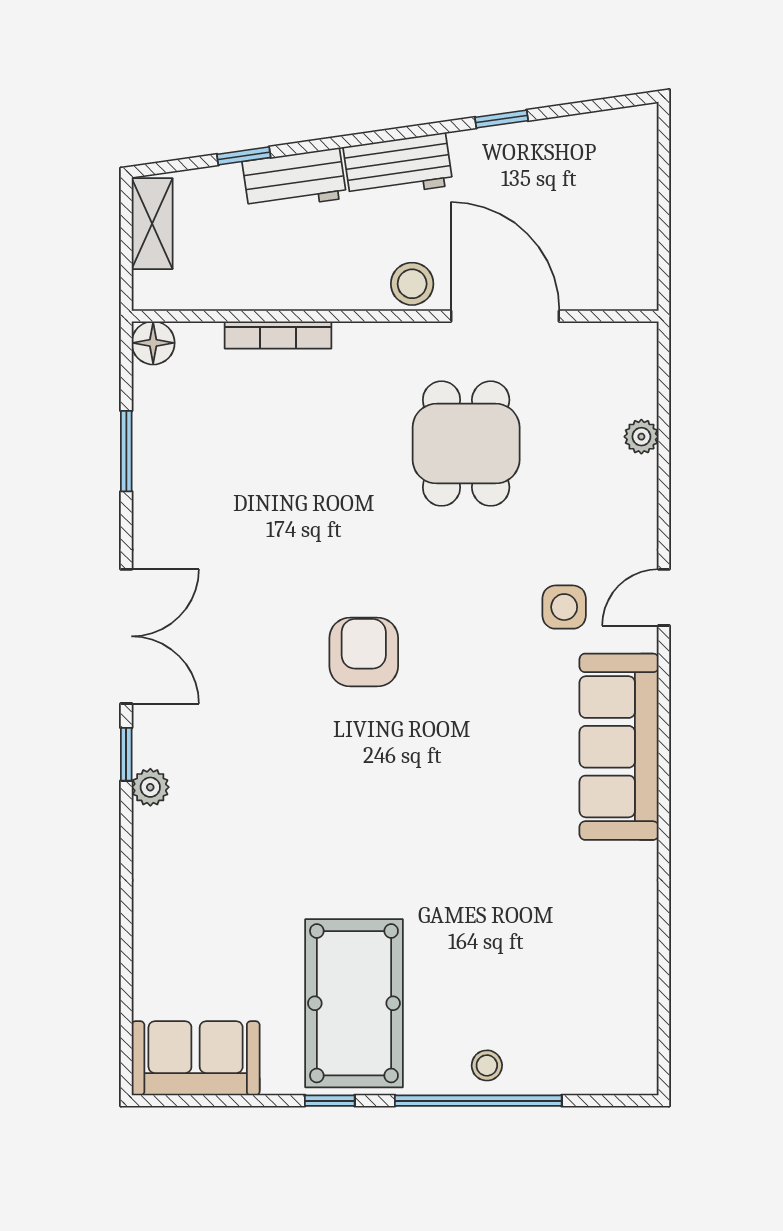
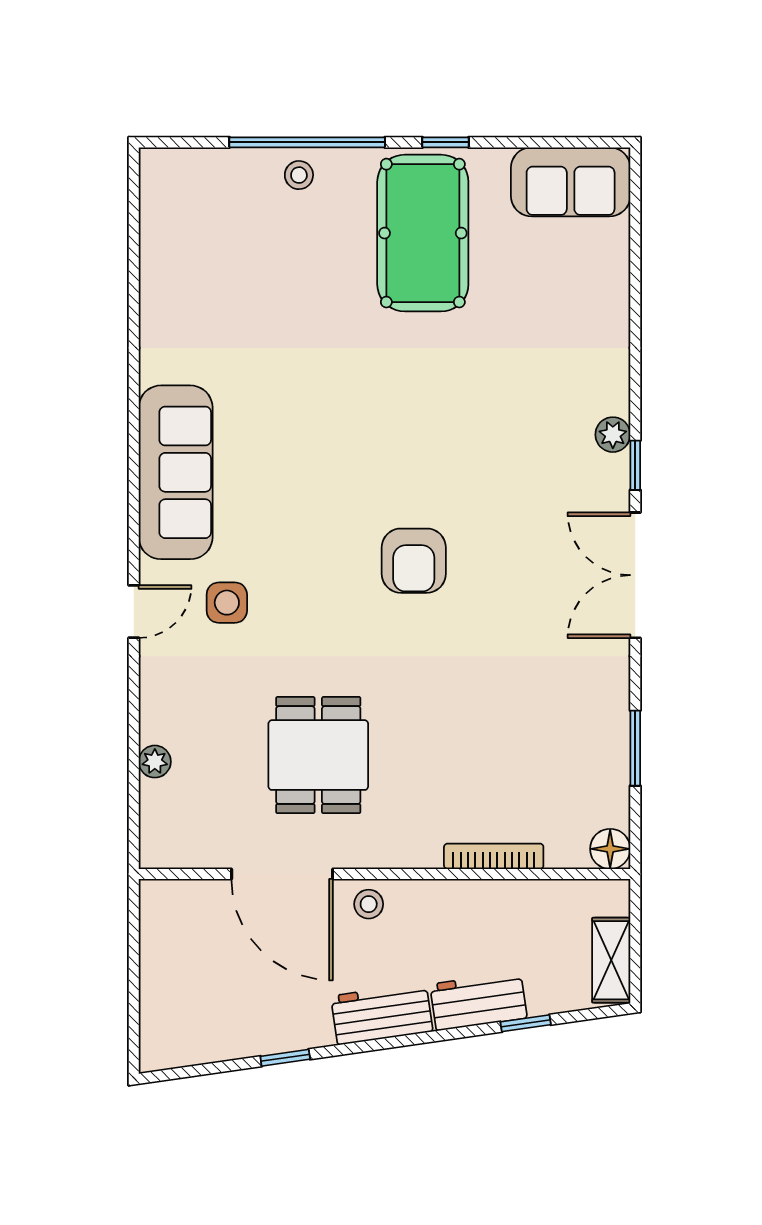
stool: (412, 284) -> (369, 904), width x0.73, depth x0.73

